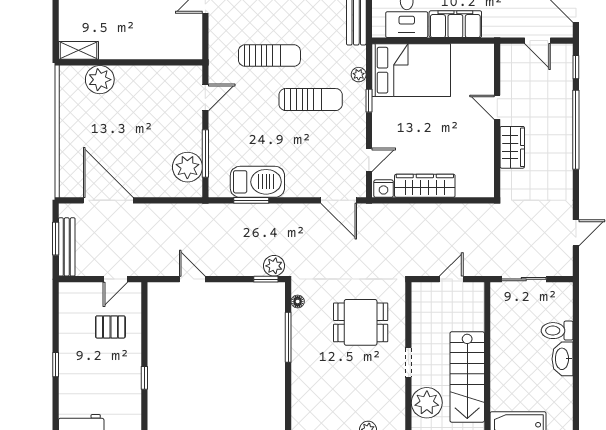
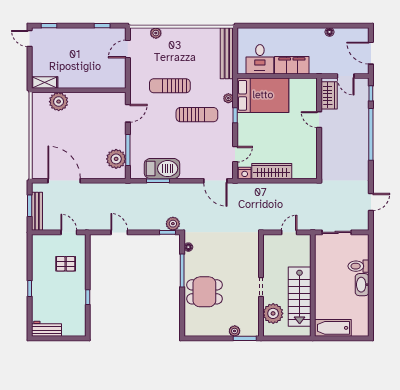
sun lounger: (269, 56) -> (170, 86), turned 180
wardrobe: (512, 147) -> (329, 95), moved
door: (115, 279) -> (69, 232), swing flipped
dining table: (361, 322) -> (204, 292), moved

